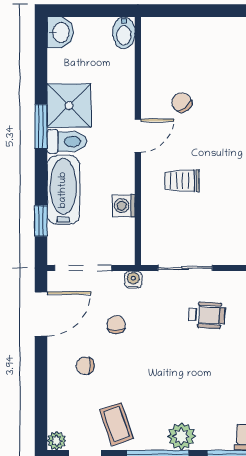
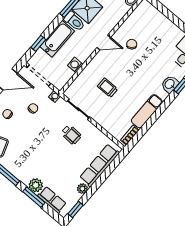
trolley: (182, 181) -> (108, 88), moved
plant: (181, 436) -> (36, 185), moved

